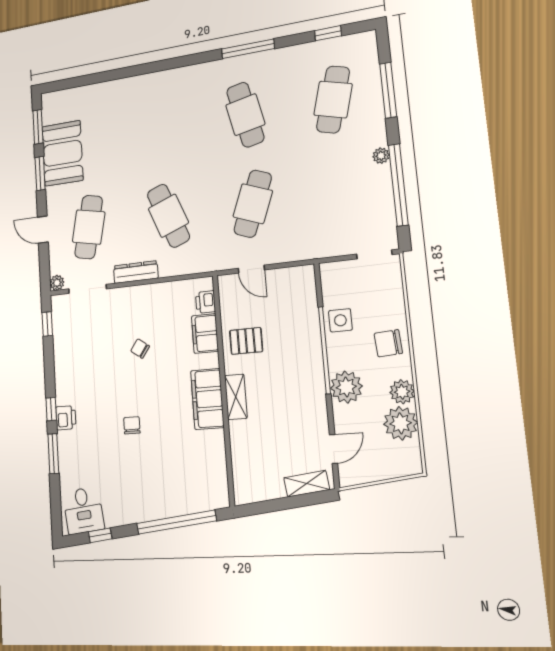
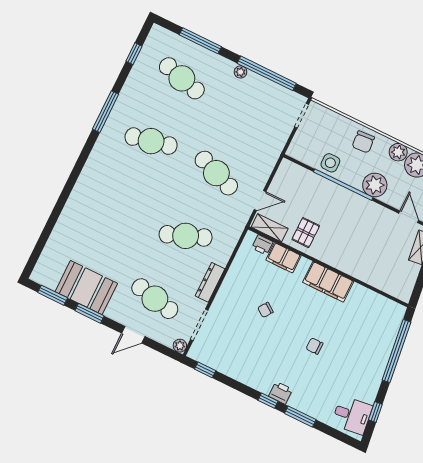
shelving: (236, 397) -> (270, 228), moved

